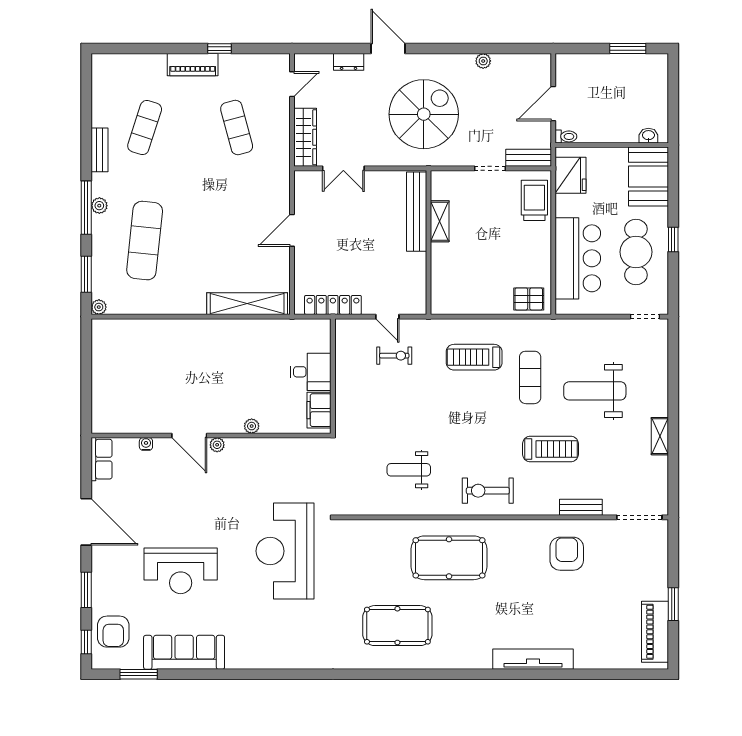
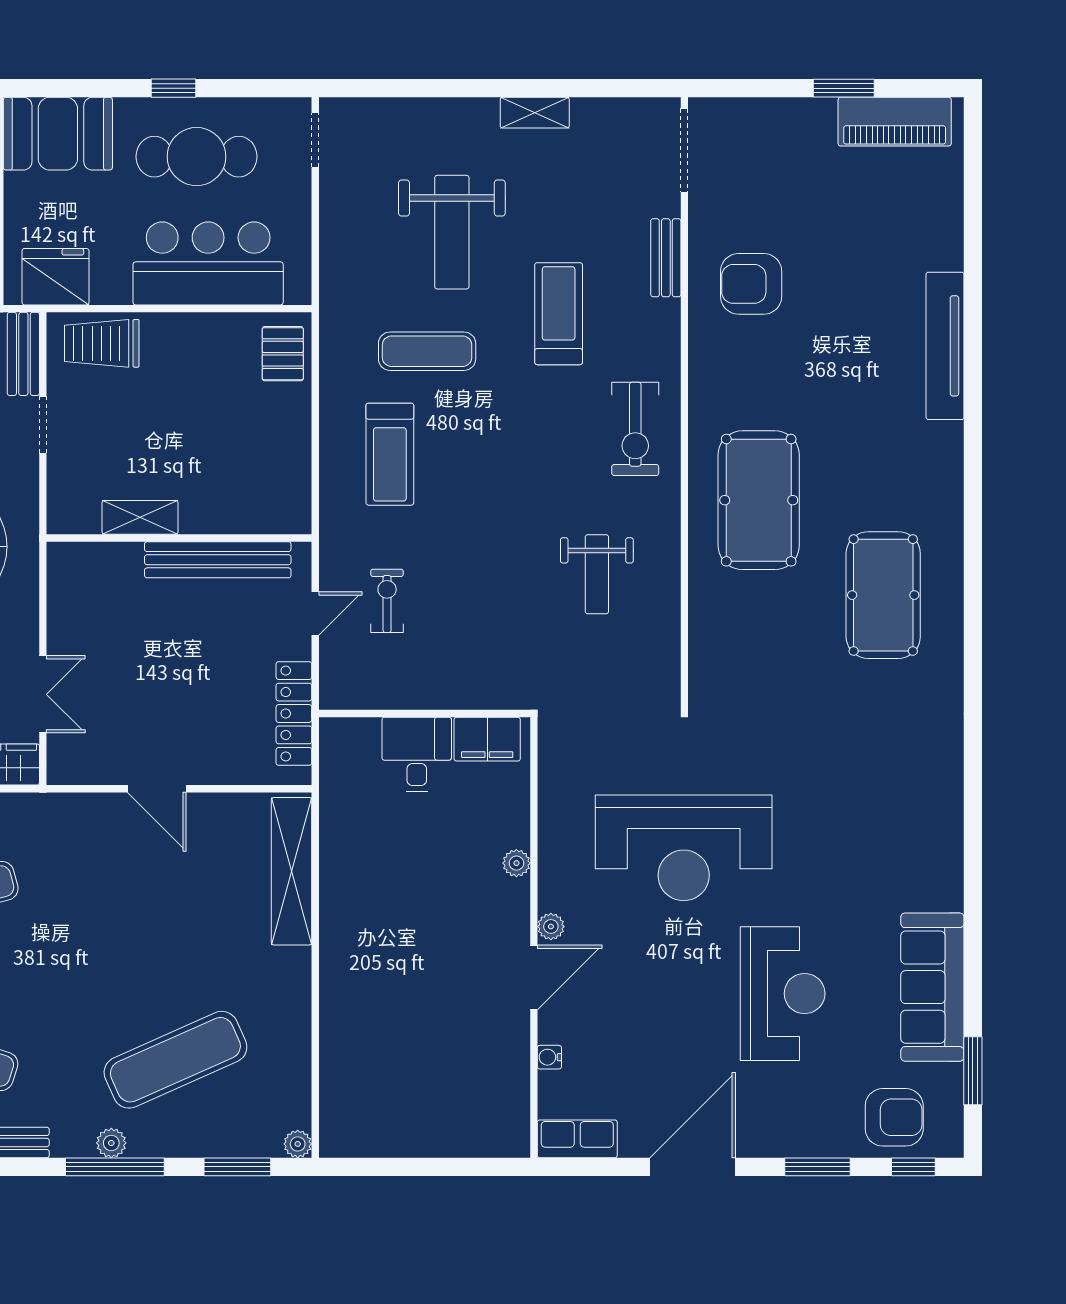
bench: (417, 212) -> (218, 560), moved
exercise mat: (145, 241) -> (175, 1060), turned -30
reception desk: (285, 551) -> (684, 848), moved

